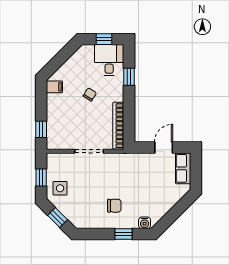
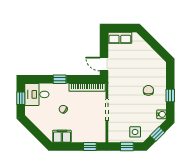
window: (129, 77) -> (60, 79), moved
filing cabinet: (54, 87) -> (62, 136), width x2.00
door: (164, 148) -> (104, 64), moved
water cooler: (145, 223) -> (162, 114), moved
window: (123, 234) -> (170, 95), moved

